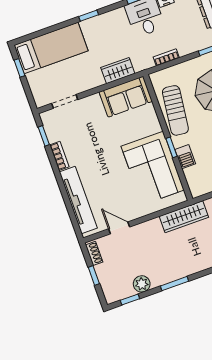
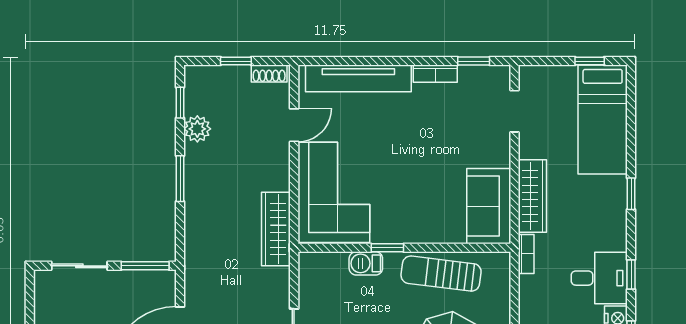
bookcase: (166, 57) -> (526, 254), moved
wardrobe: (118, 71) -> (532, 196), width x1.50
corner sofa: (153, 168) -> (334, 192), moved, turned 90

